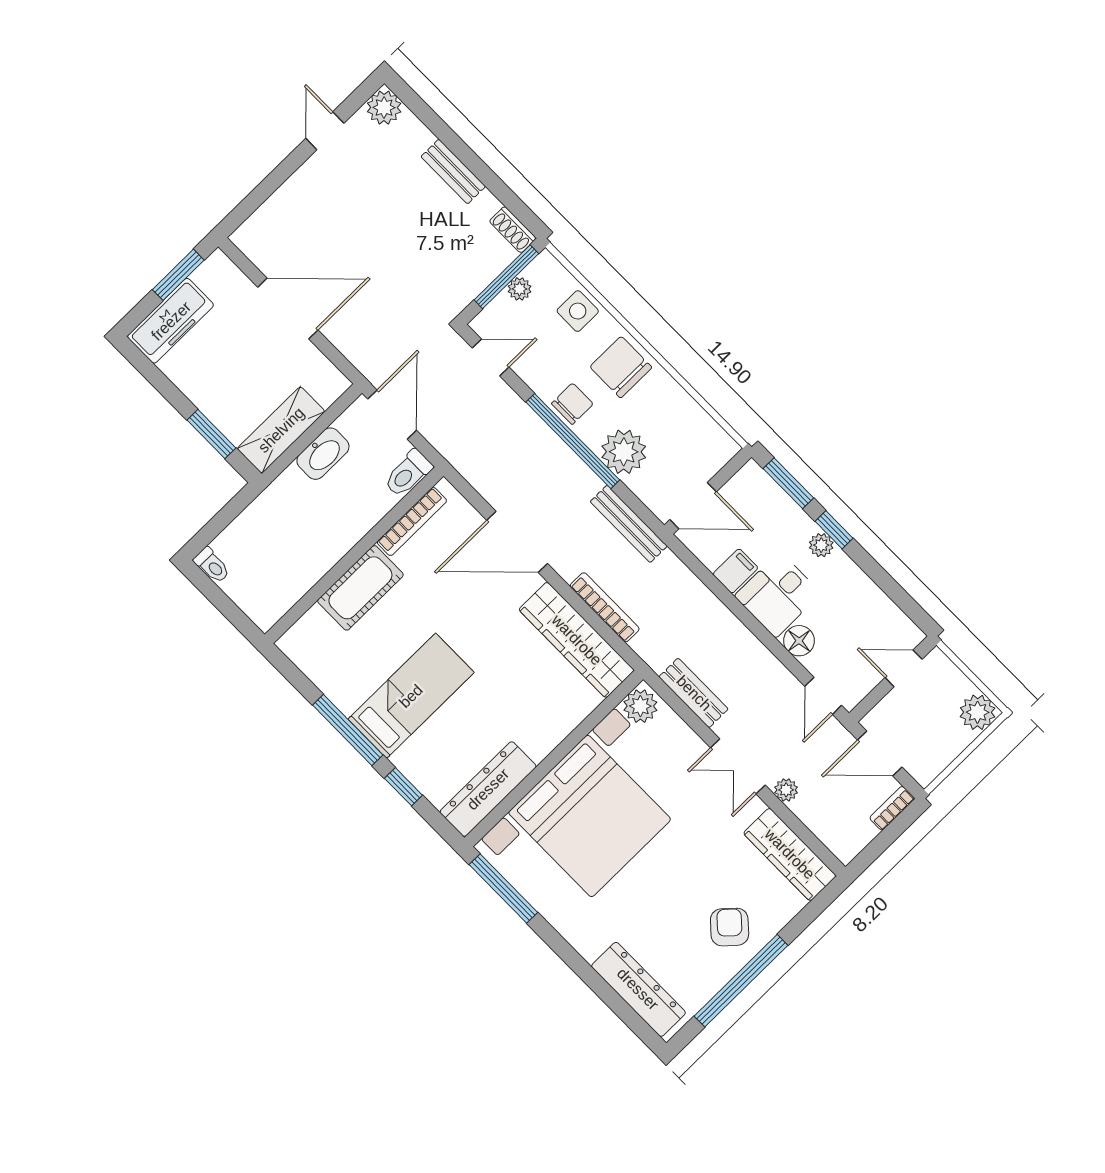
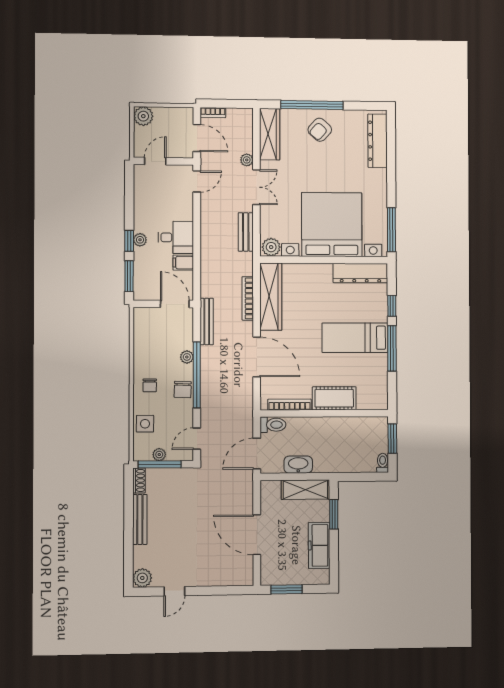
bench: (453, 171) -> (140, 520), width x1.36
freezer: (171, 321) -> (319, 545), moved, turned -90
door: (491, 357) -> (197, 439), hinge flipped
chair: (621, 367) -> (150, 385), width x0.54, depth x0.54
chair: (572, 404) -> (183, 389), turned -88
plant: (624, 452) -> (187, 357), width x0.53, depth x0.53
window: (230, 610) -> (392, 439), added
floor lamp: (799, 641) -> (185, 212), removed
door: (904, 668) -> (155, 161), swing flipped
window: (741, 981) -> (312, 105), moved

